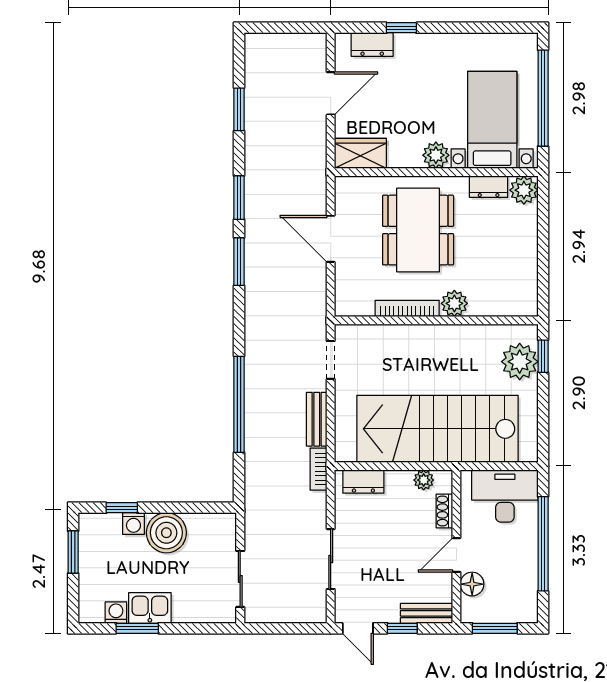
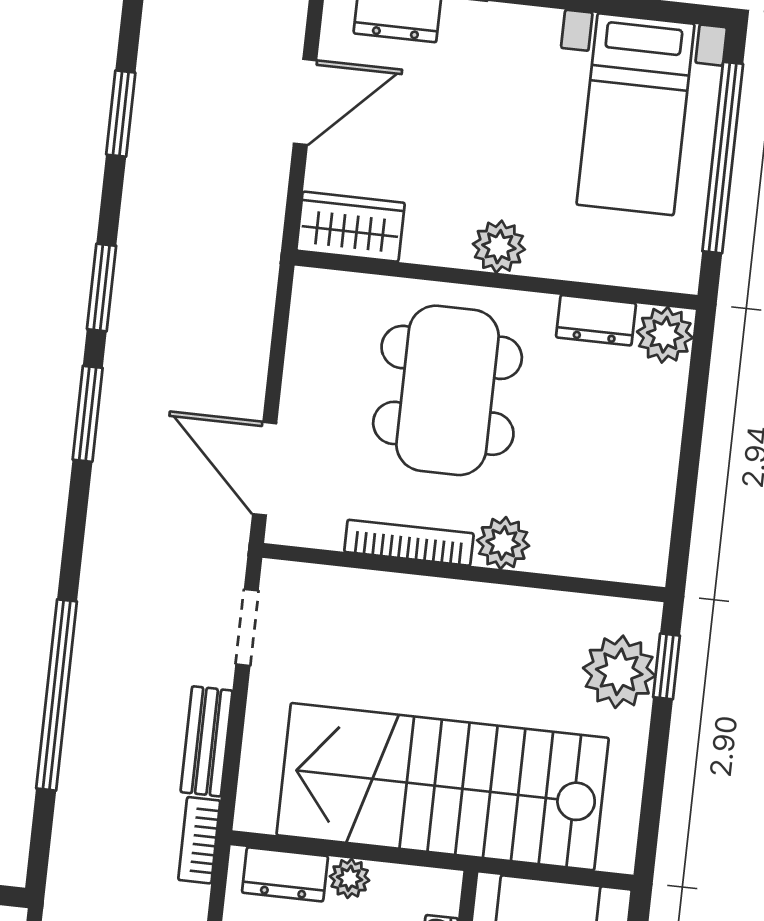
bed with nightstands: (492, 120) -> (636, 114), moved, turned 180
door: (331, 239) -> (265, 469), moved
plant: (424, 480) -> (350, 878), moved

